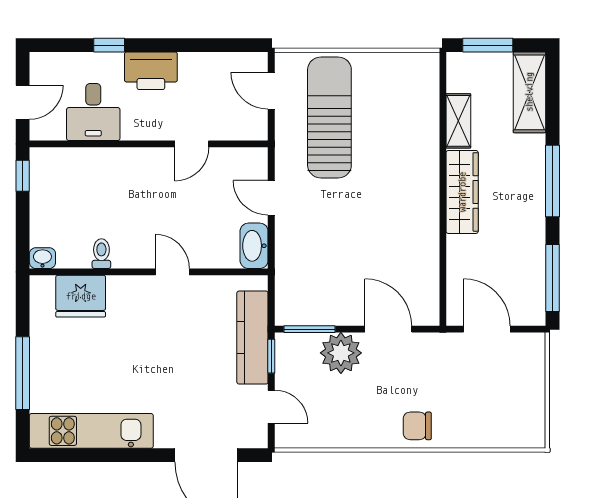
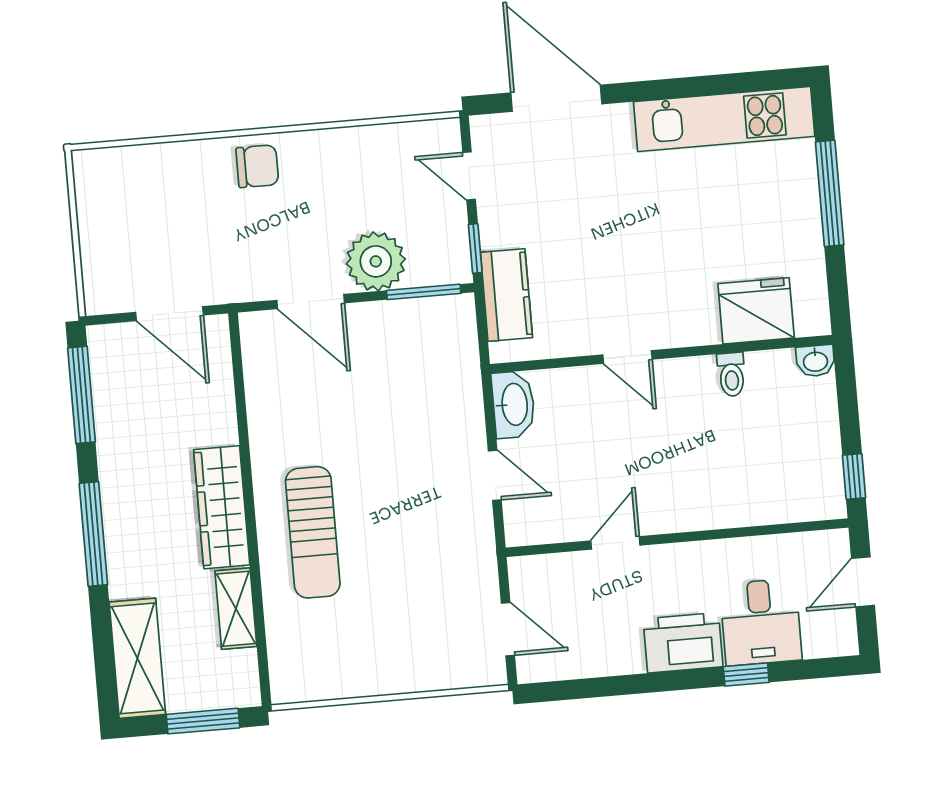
desk: (93, 112) -> (761, 622), moved, turned 180
sun lounger: (329, 117) -> (313, 532), moved, width x0.73, depth x0.75
kitchen counter: (252, 338) -> (506, 295), width x0.67

